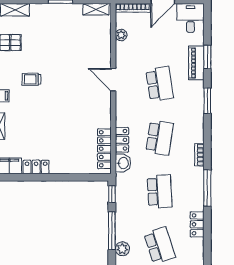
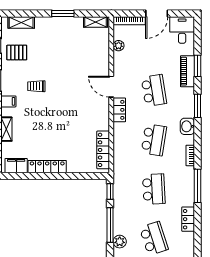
locker: (122, 140) -> (119, 110), moved
washbasin: (123, 163) -> (187, 126), moved, turned 180
locker: (36, 167) -> (47, 167), width x1.53

